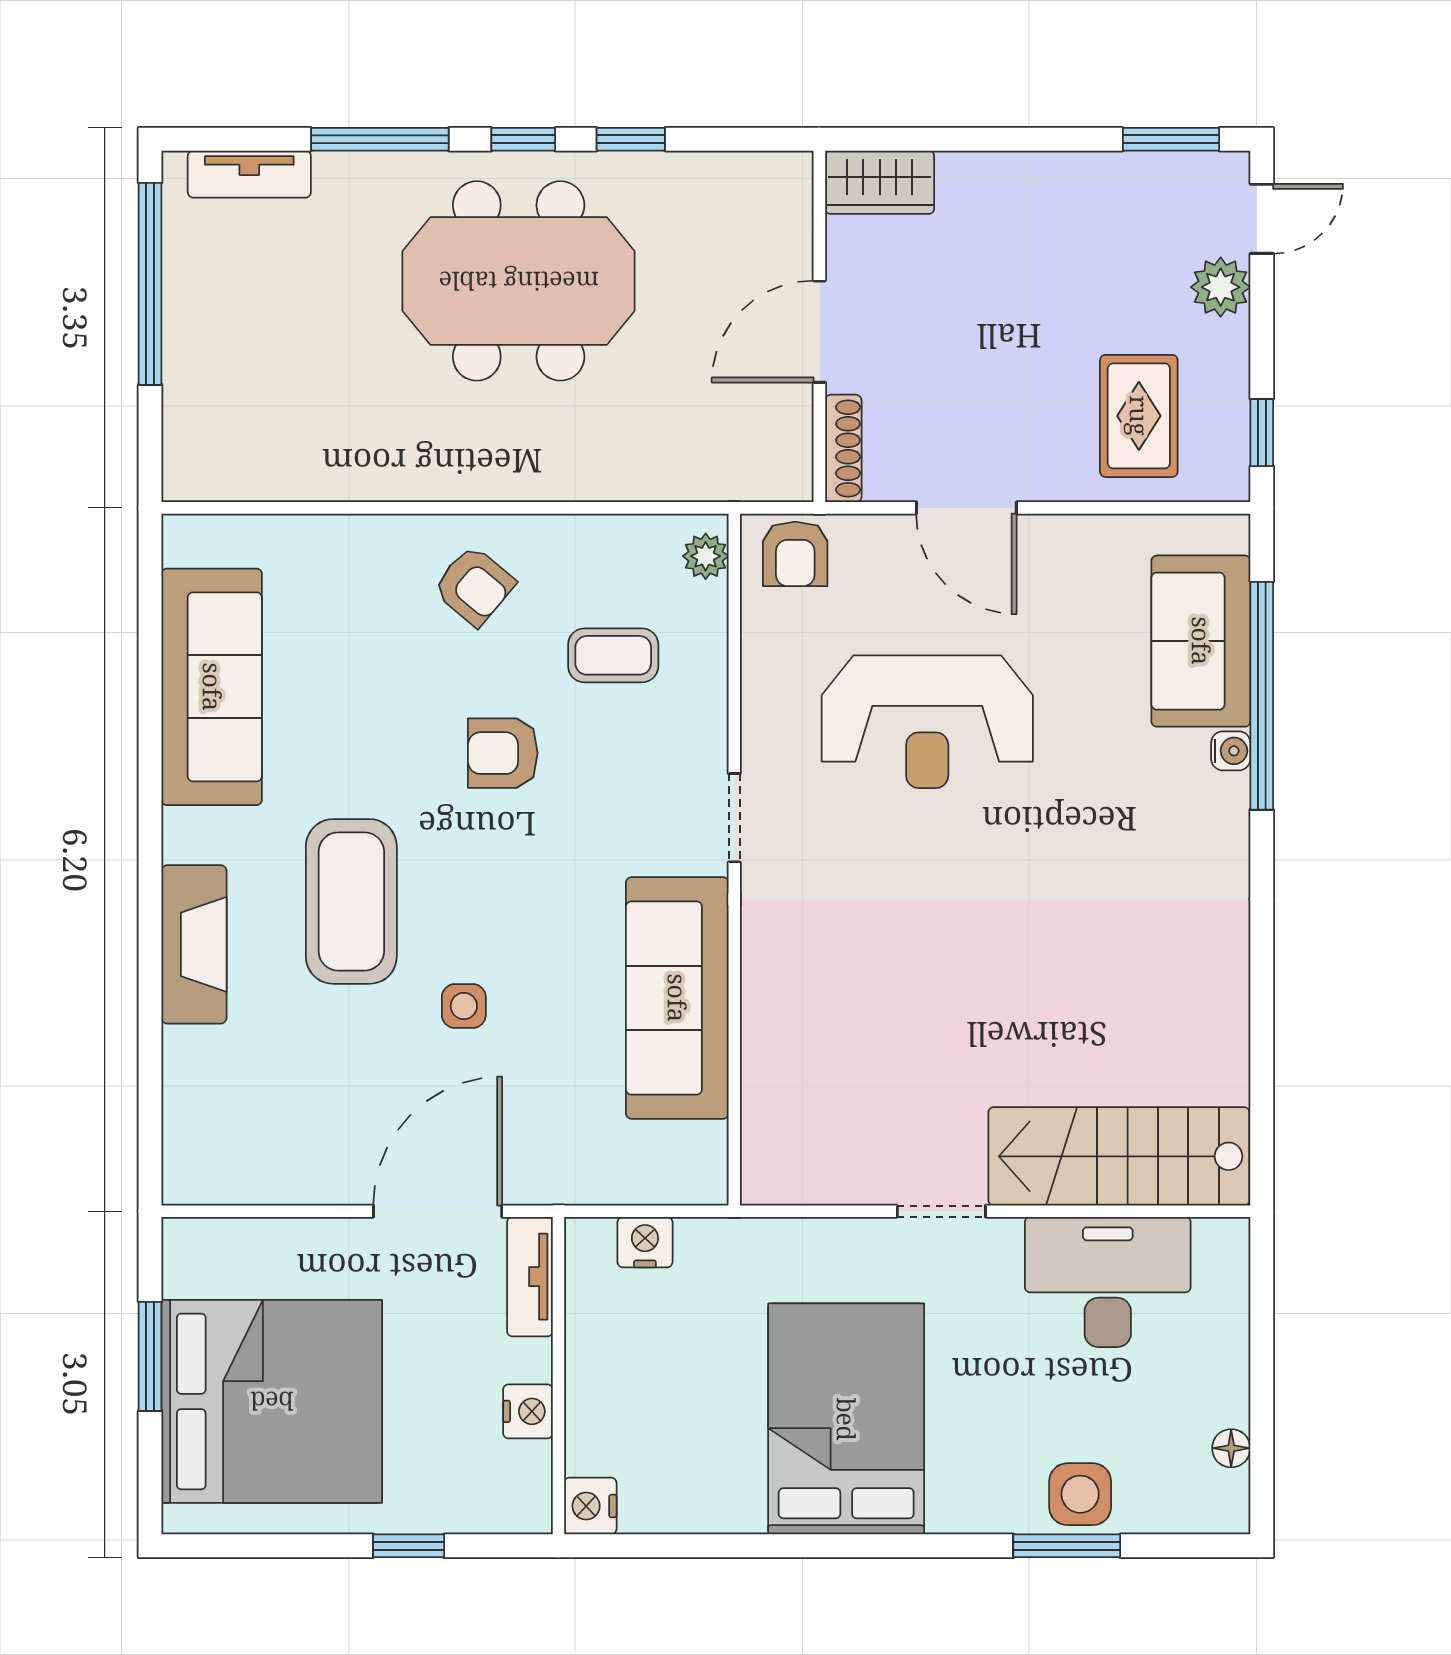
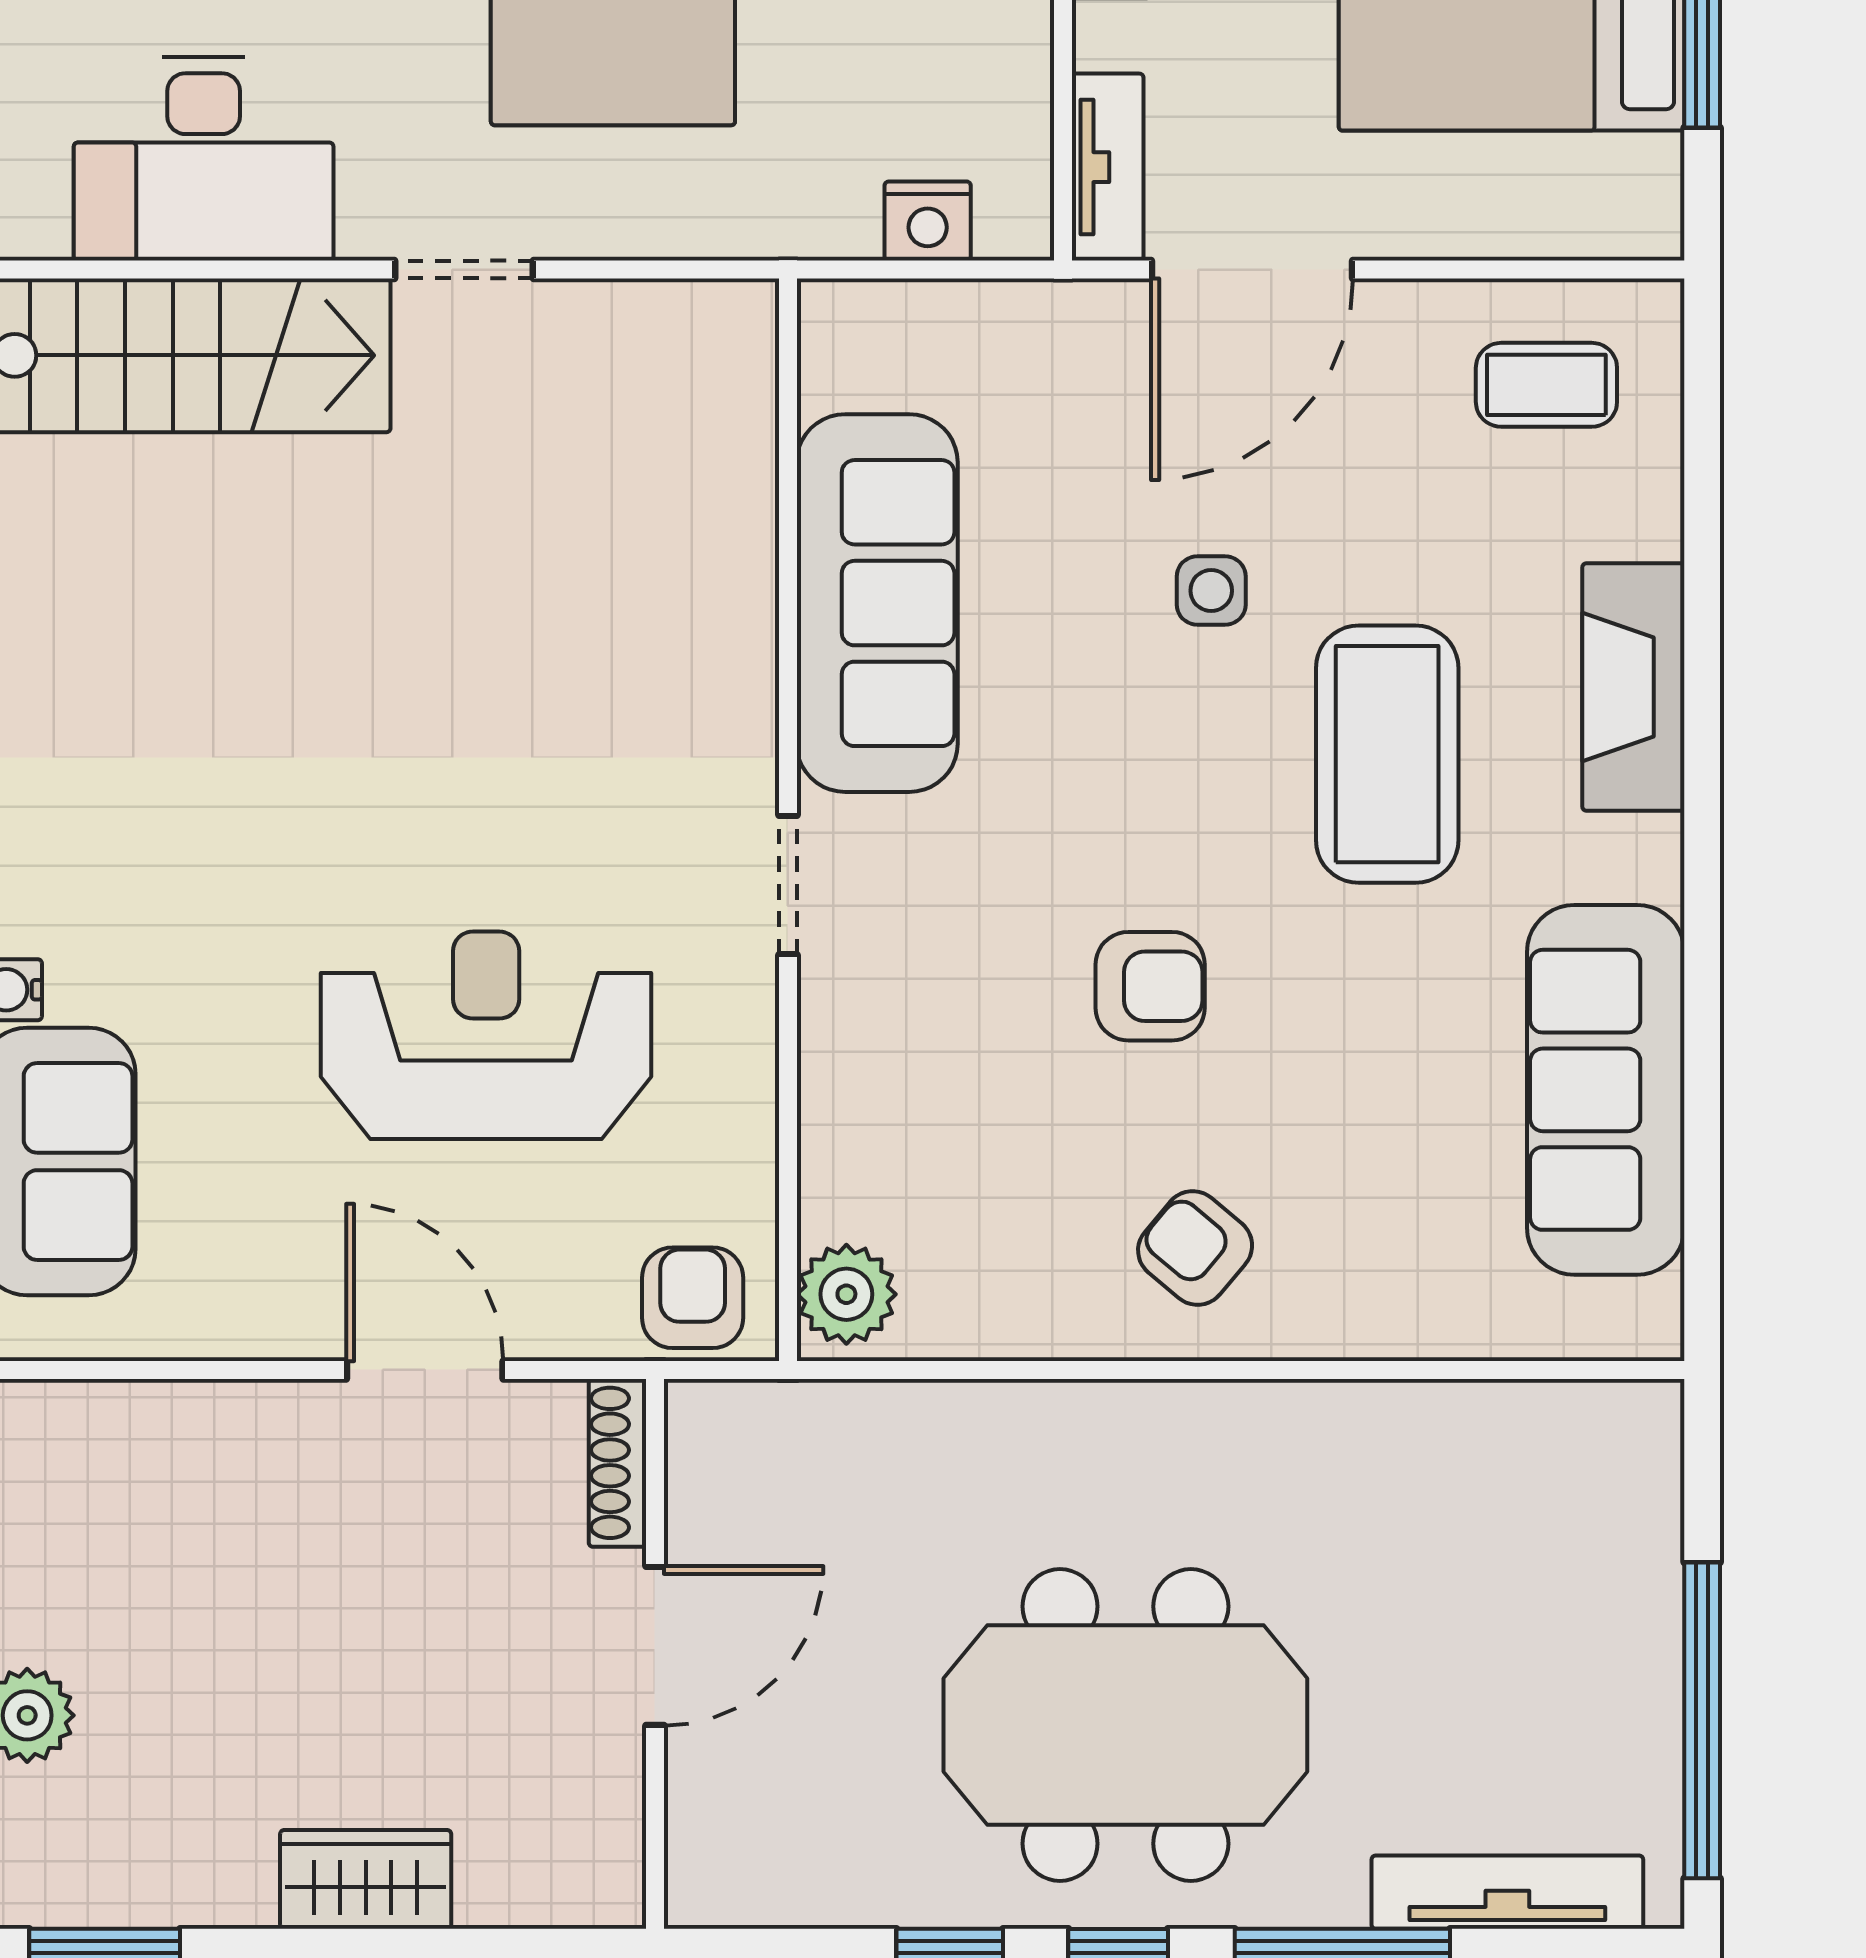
tv unit: (249, 174) -> (1507, 1892), width x1.41
wardrobe: (880, 182) -> (366, 1879), moved
rug: (1139, 416) -> (155, 1514), removed
plant: (706, 556) -> (846, 1294), width x1.38, depth x1.38
coffee table: (613, 655) -> (1546, 385), moved

